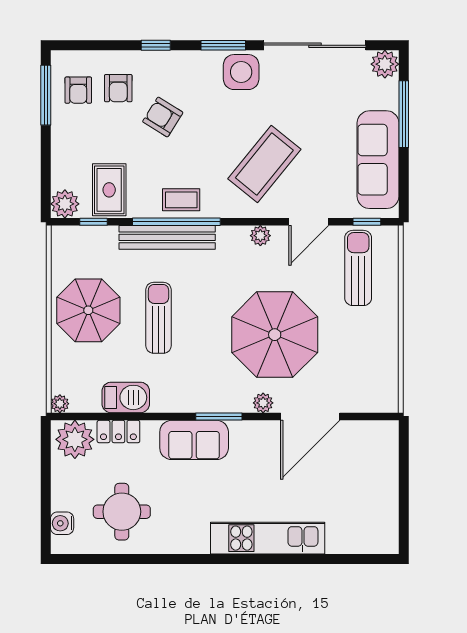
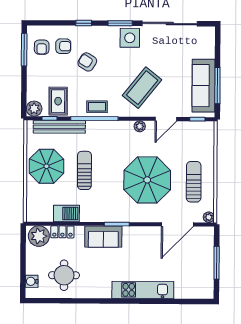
plant: (385, 64) -> (208, 34), removed
armchair: (118, 88) -> (63, 46), turned -90
window: (404, 114) -> (217, 86), moved
bench: (167, 237) -> (59, 127), moved
sun lounger: (358, 268) -> (194, 182), moved
plant: (263, 403) -> (209, 217), moved
plant: (60, 404) -> (31, 217), removed
door: (310, 417) -> (177, 224), moved
window: (404, 487) -> (217, 263), added

